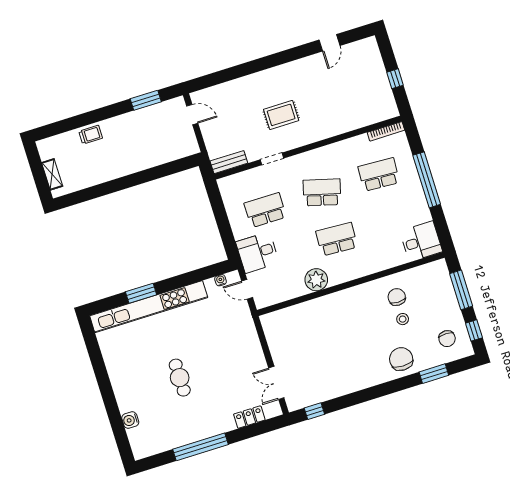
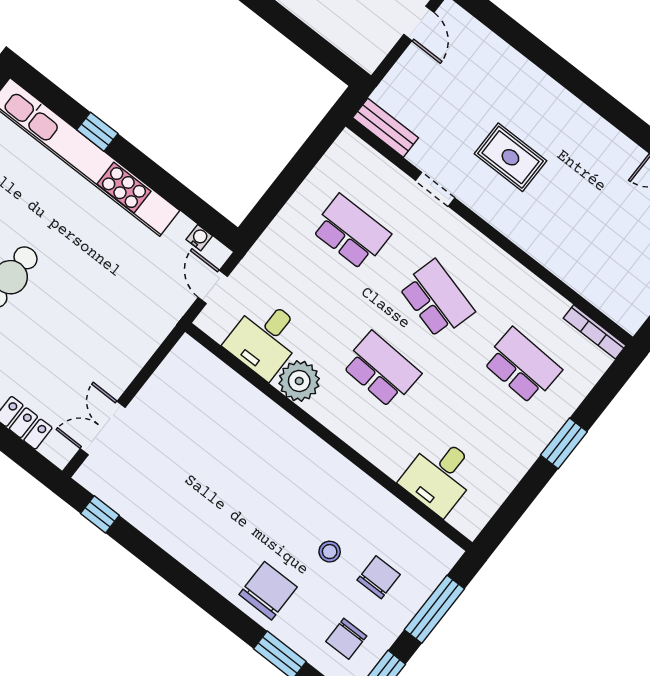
window: (427, 180) -> (564, 443), width x0.47
desk: (421, 241) -> (440, 476), moved, turned 90
desk: (257, 252) -> (265, 339), moved, turned -90
window: (141, 293) -> (97, 132), width x0.67
chair: (397, 297) -> (379, 577), moved

